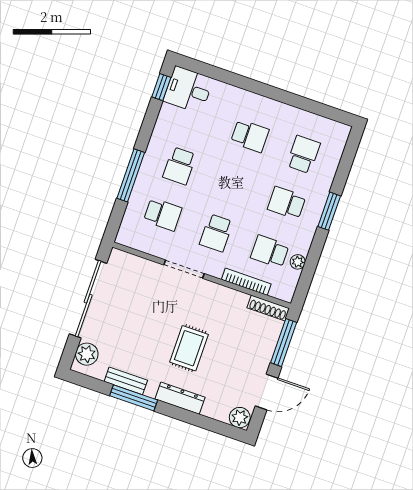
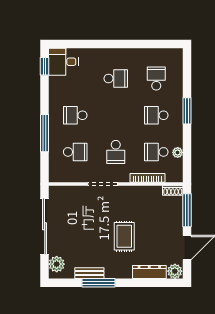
school desk: (179, 166) -> (75, 115), turned 90
shoe rack: (268, 308) -> (173, 191), width x0.70
dresser: (180, 398) -> (149, 272), moved

